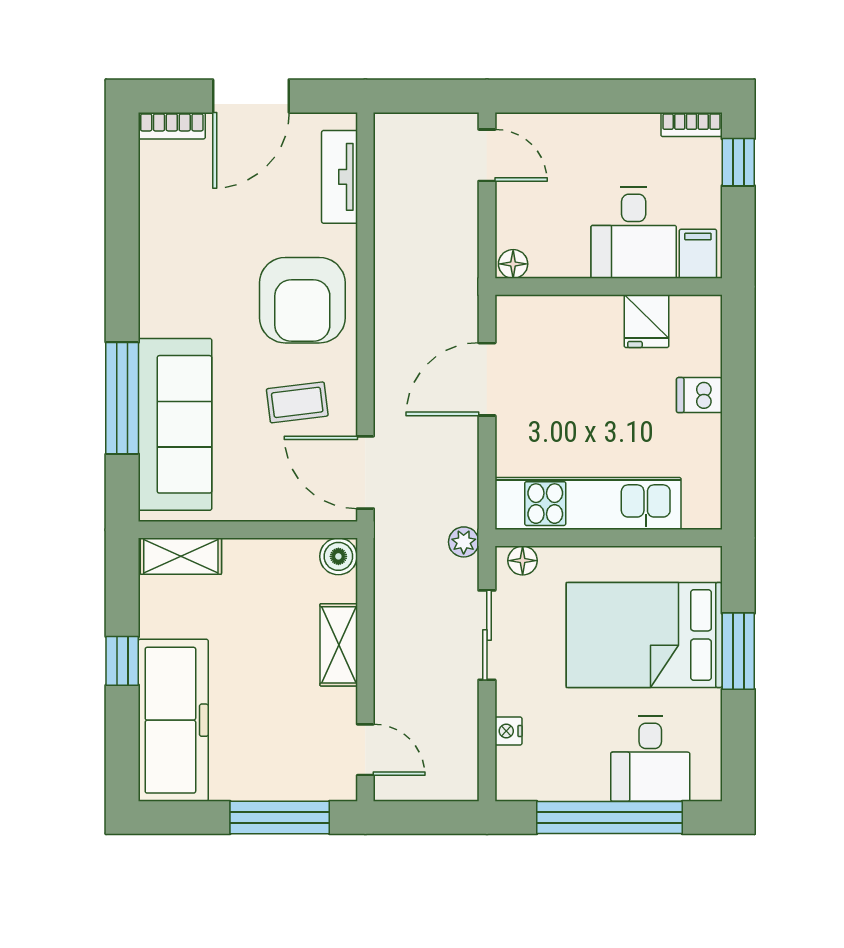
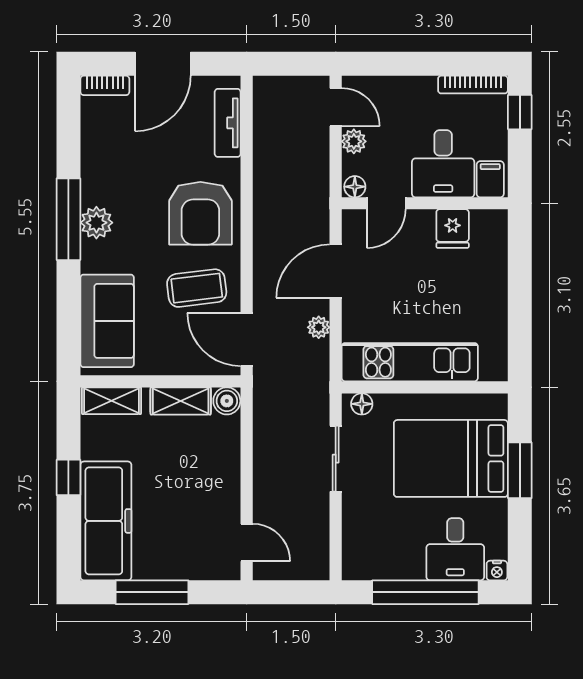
bookcase: (692, 124) -> (473, 85), width x1.56
plant: (512, 202) -> (354, 141), added
door: (556, 287) -> (386, 203), added
plant: (160, 313) -> (96, 223), added
dishwasher: (699, 395) -> (491, 283), removed
window: (122, 398) -> (68, 219), moved
coffee table: (297, 402) -> (197, 288), width x1.36, depth x1.30
sofa: (175, 424) -> (107, 321), width x0.73
plant: (464, 542) -> (319, 327), moved
shelving: (339, 645) -> (181, 401), moved, turned 90
nightstand: (508, 731) -> (497, 571), moved, turned -90
window: (280, 818) -> (152, 592), moved

